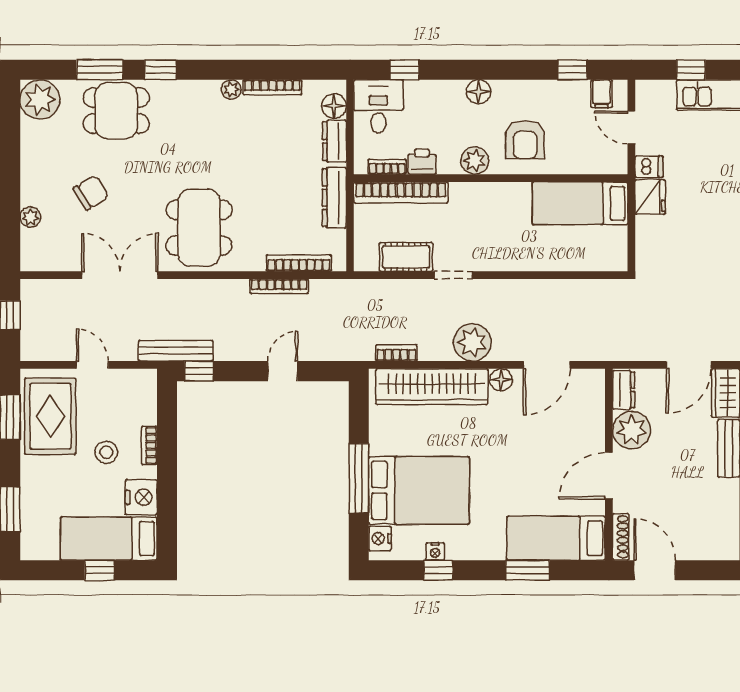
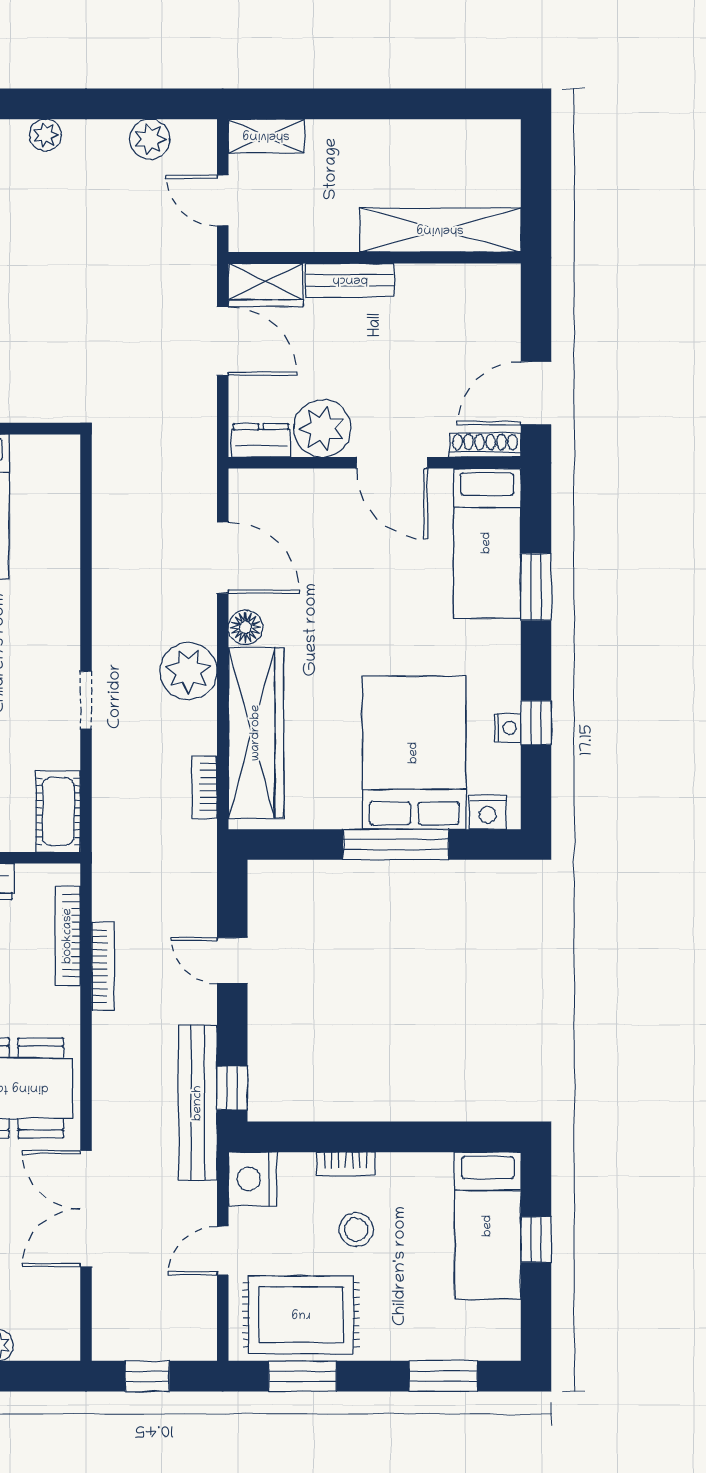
cot: (406, 257) -> (58, 811), moved
bench: (176, 351) -> (198, 1103), width x1.37, depth x1.21
nightstand: (141, 497) -> (253, 1179), moved, turned -90

